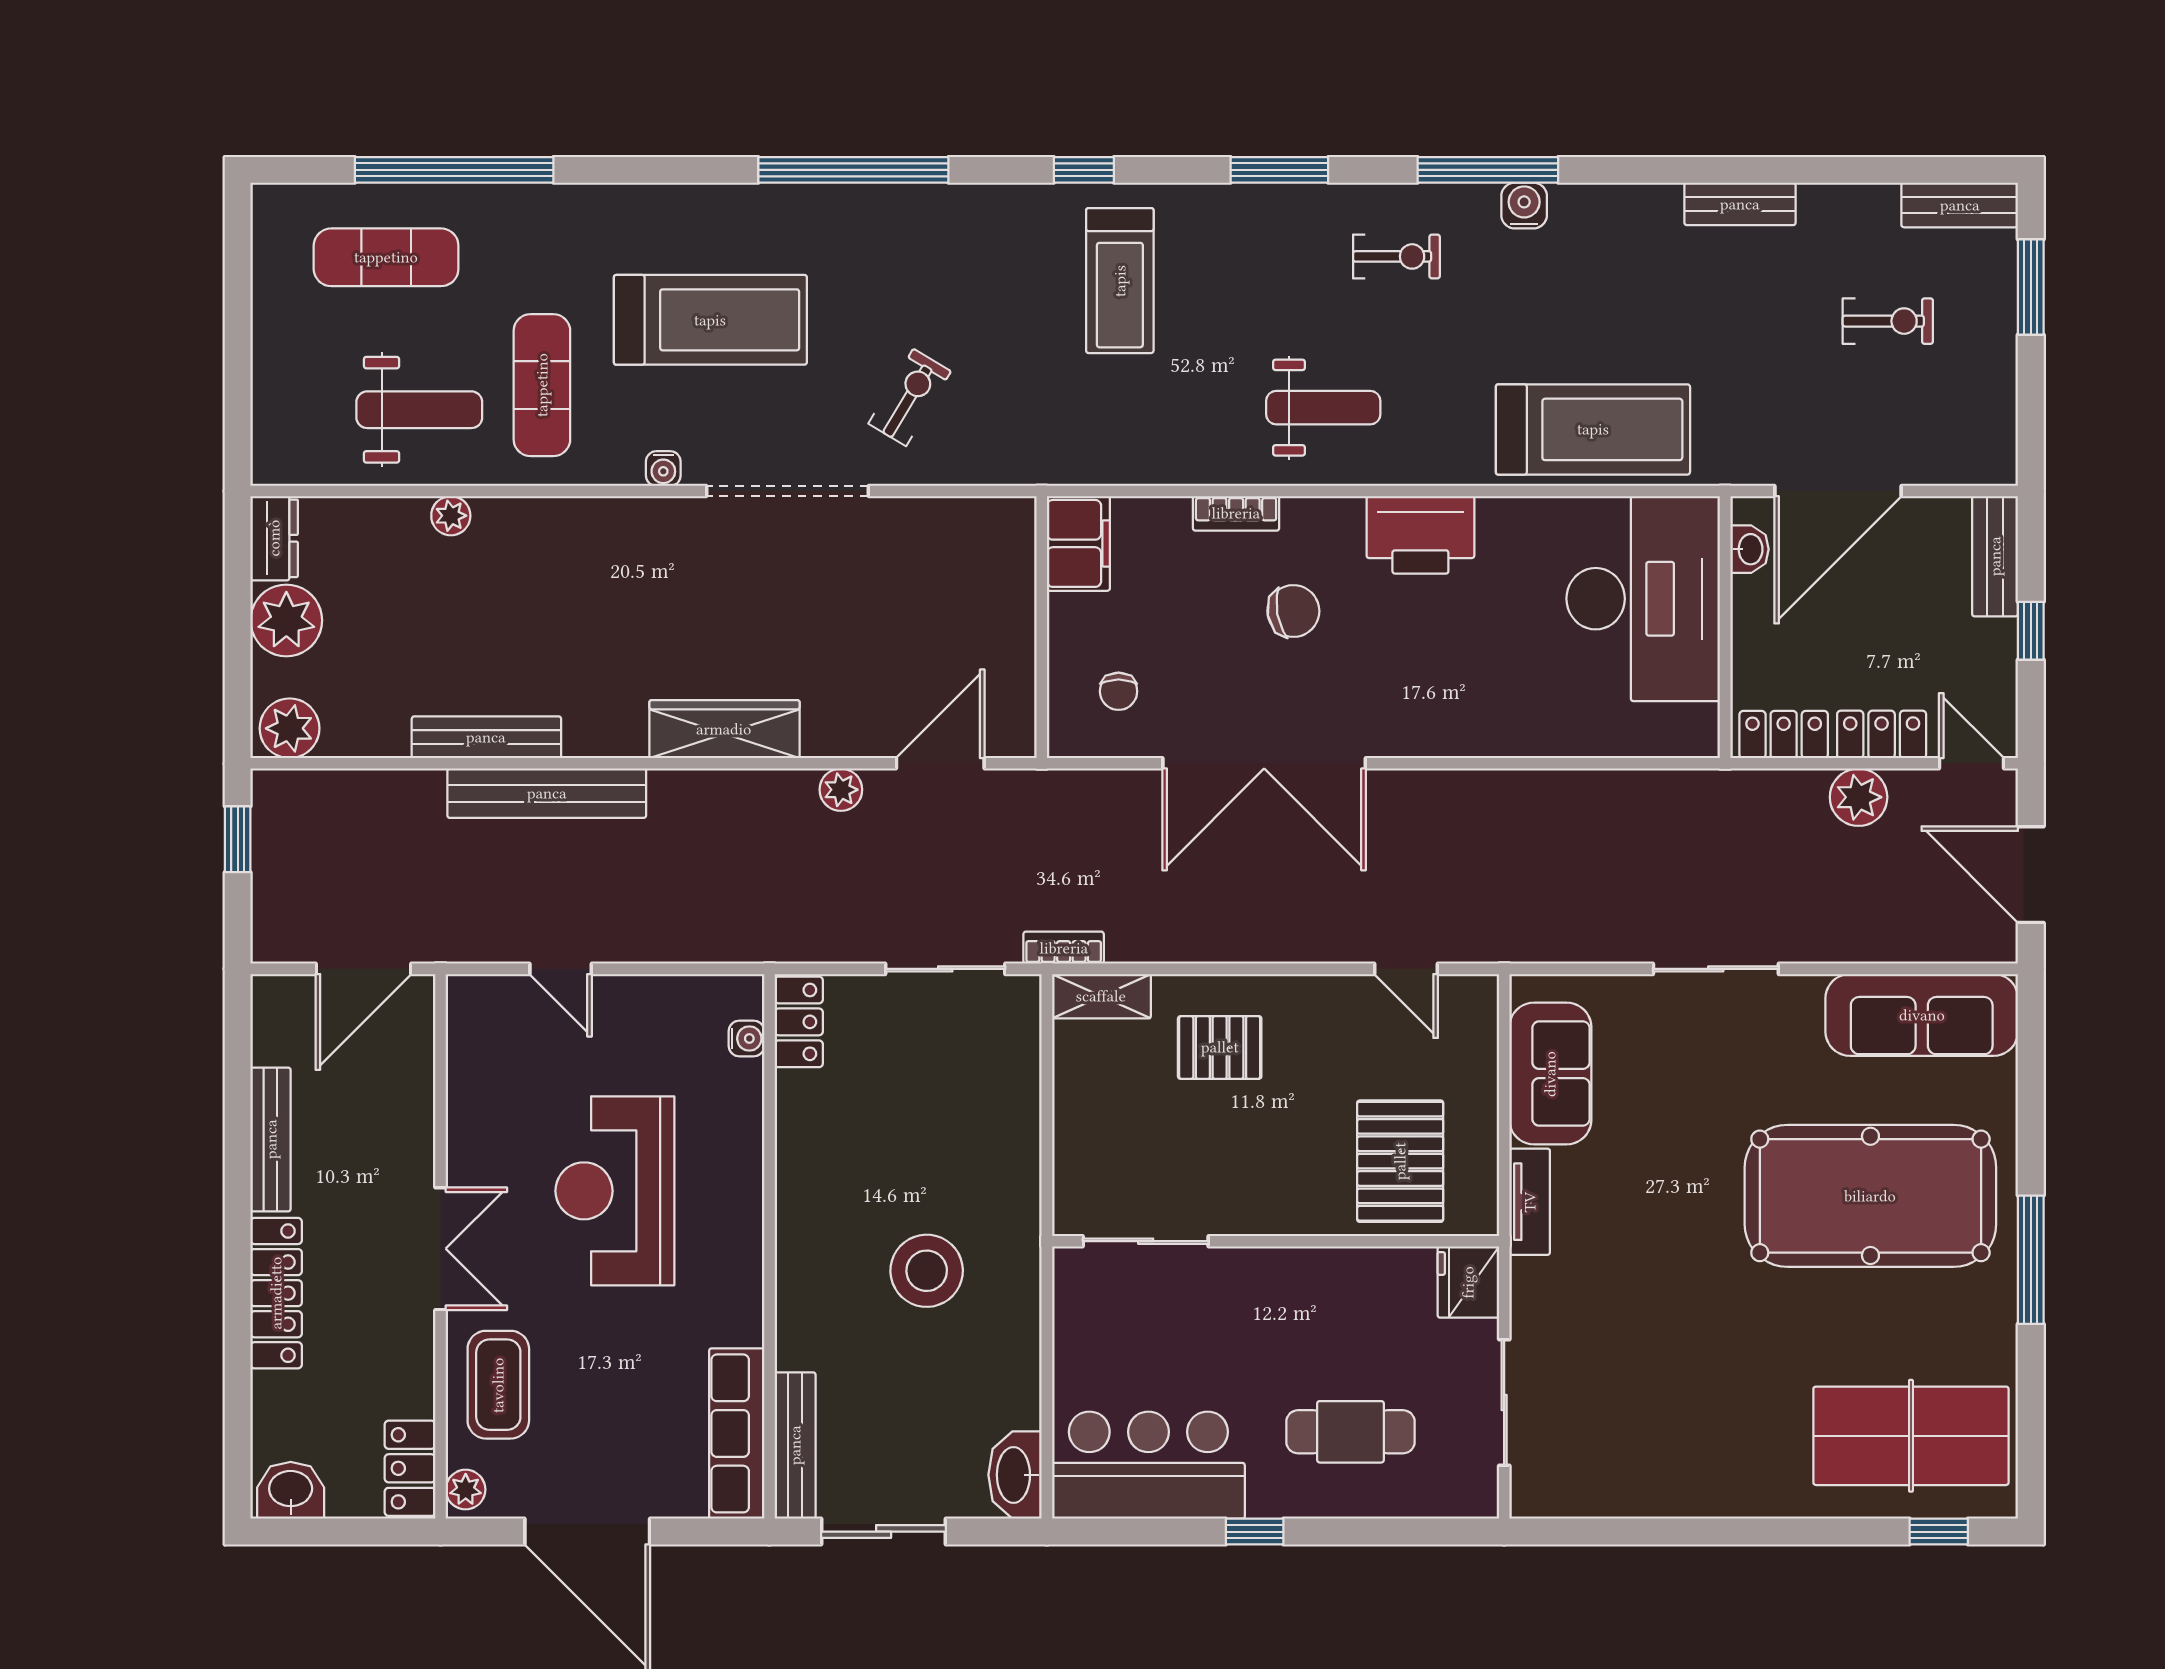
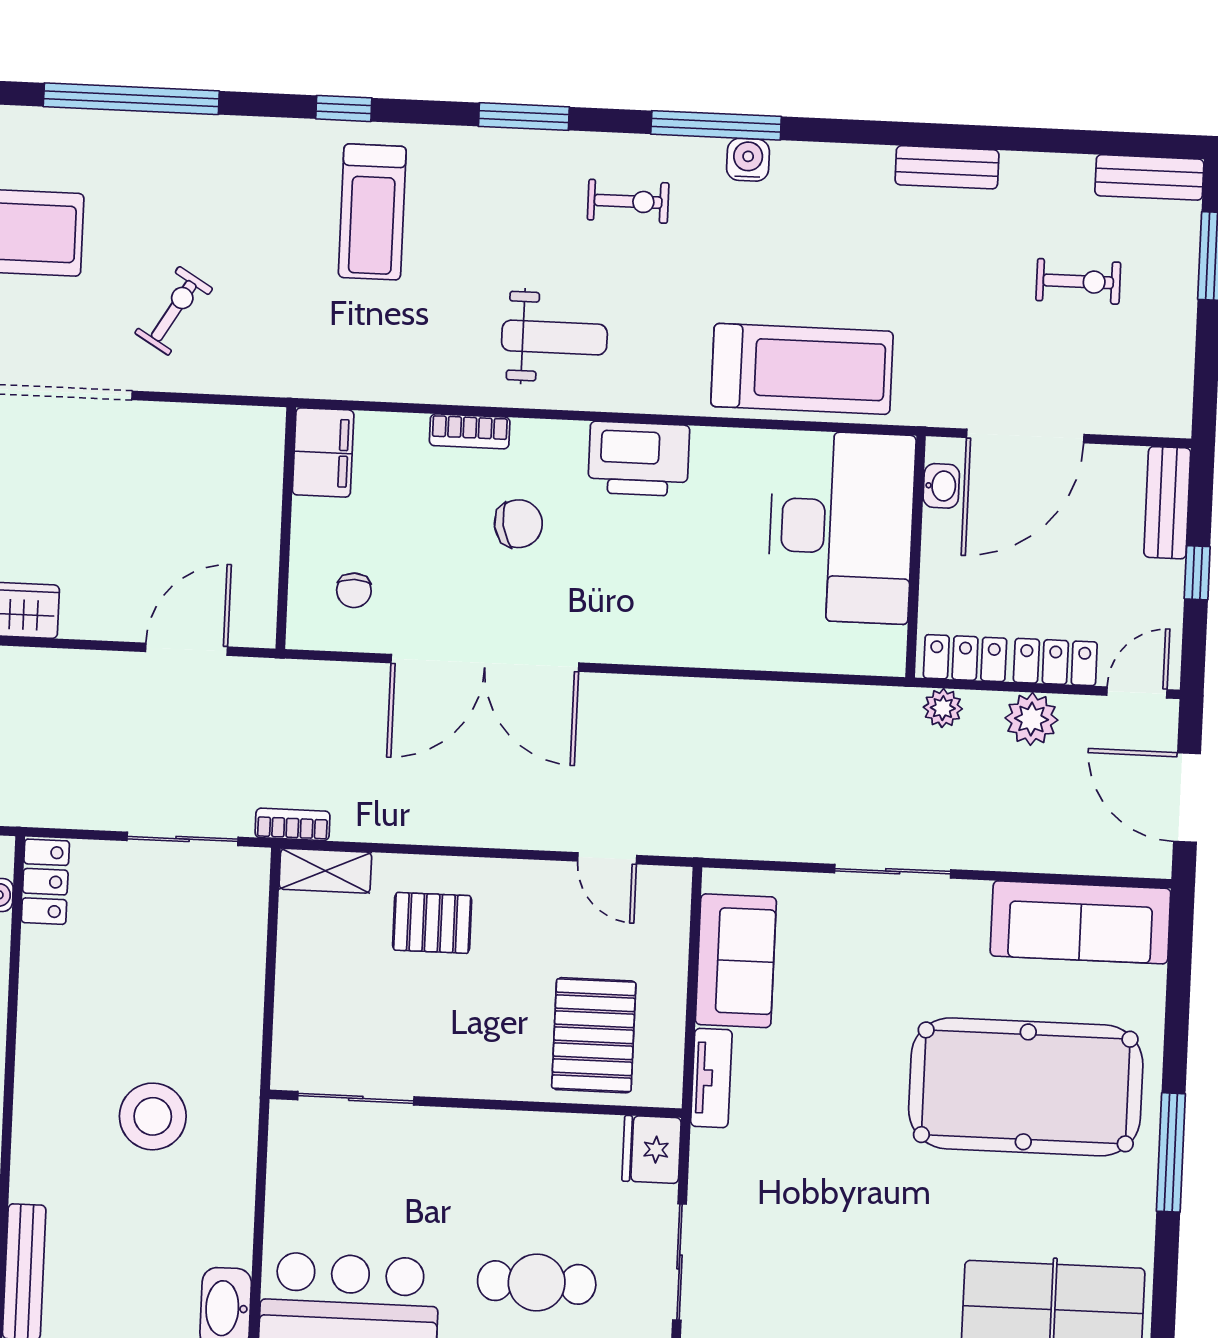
door: (1971, 763) -> (1137, 692), hinge flipped
plant: (841, 790) -> (943, 708), moved

